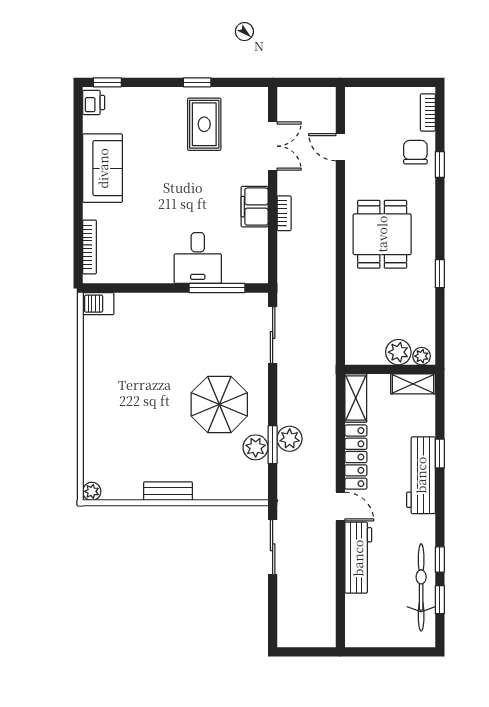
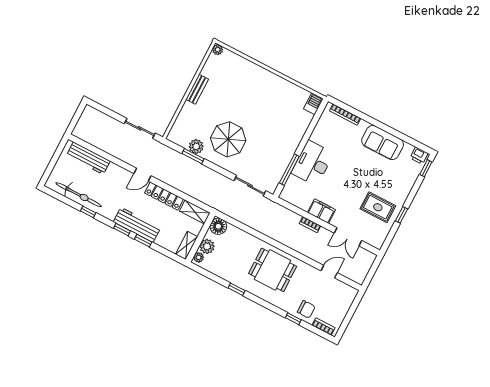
desk: (198, 258) -> (312, 163), width x1.37
floor lamp: (359, 351) -> (218, 226), added
plant: (290, 439) -> (191, 167), removed
workbench: (358, 558) -> (88, 158), moved
window: (440, 600) -> (122, 230), moved

